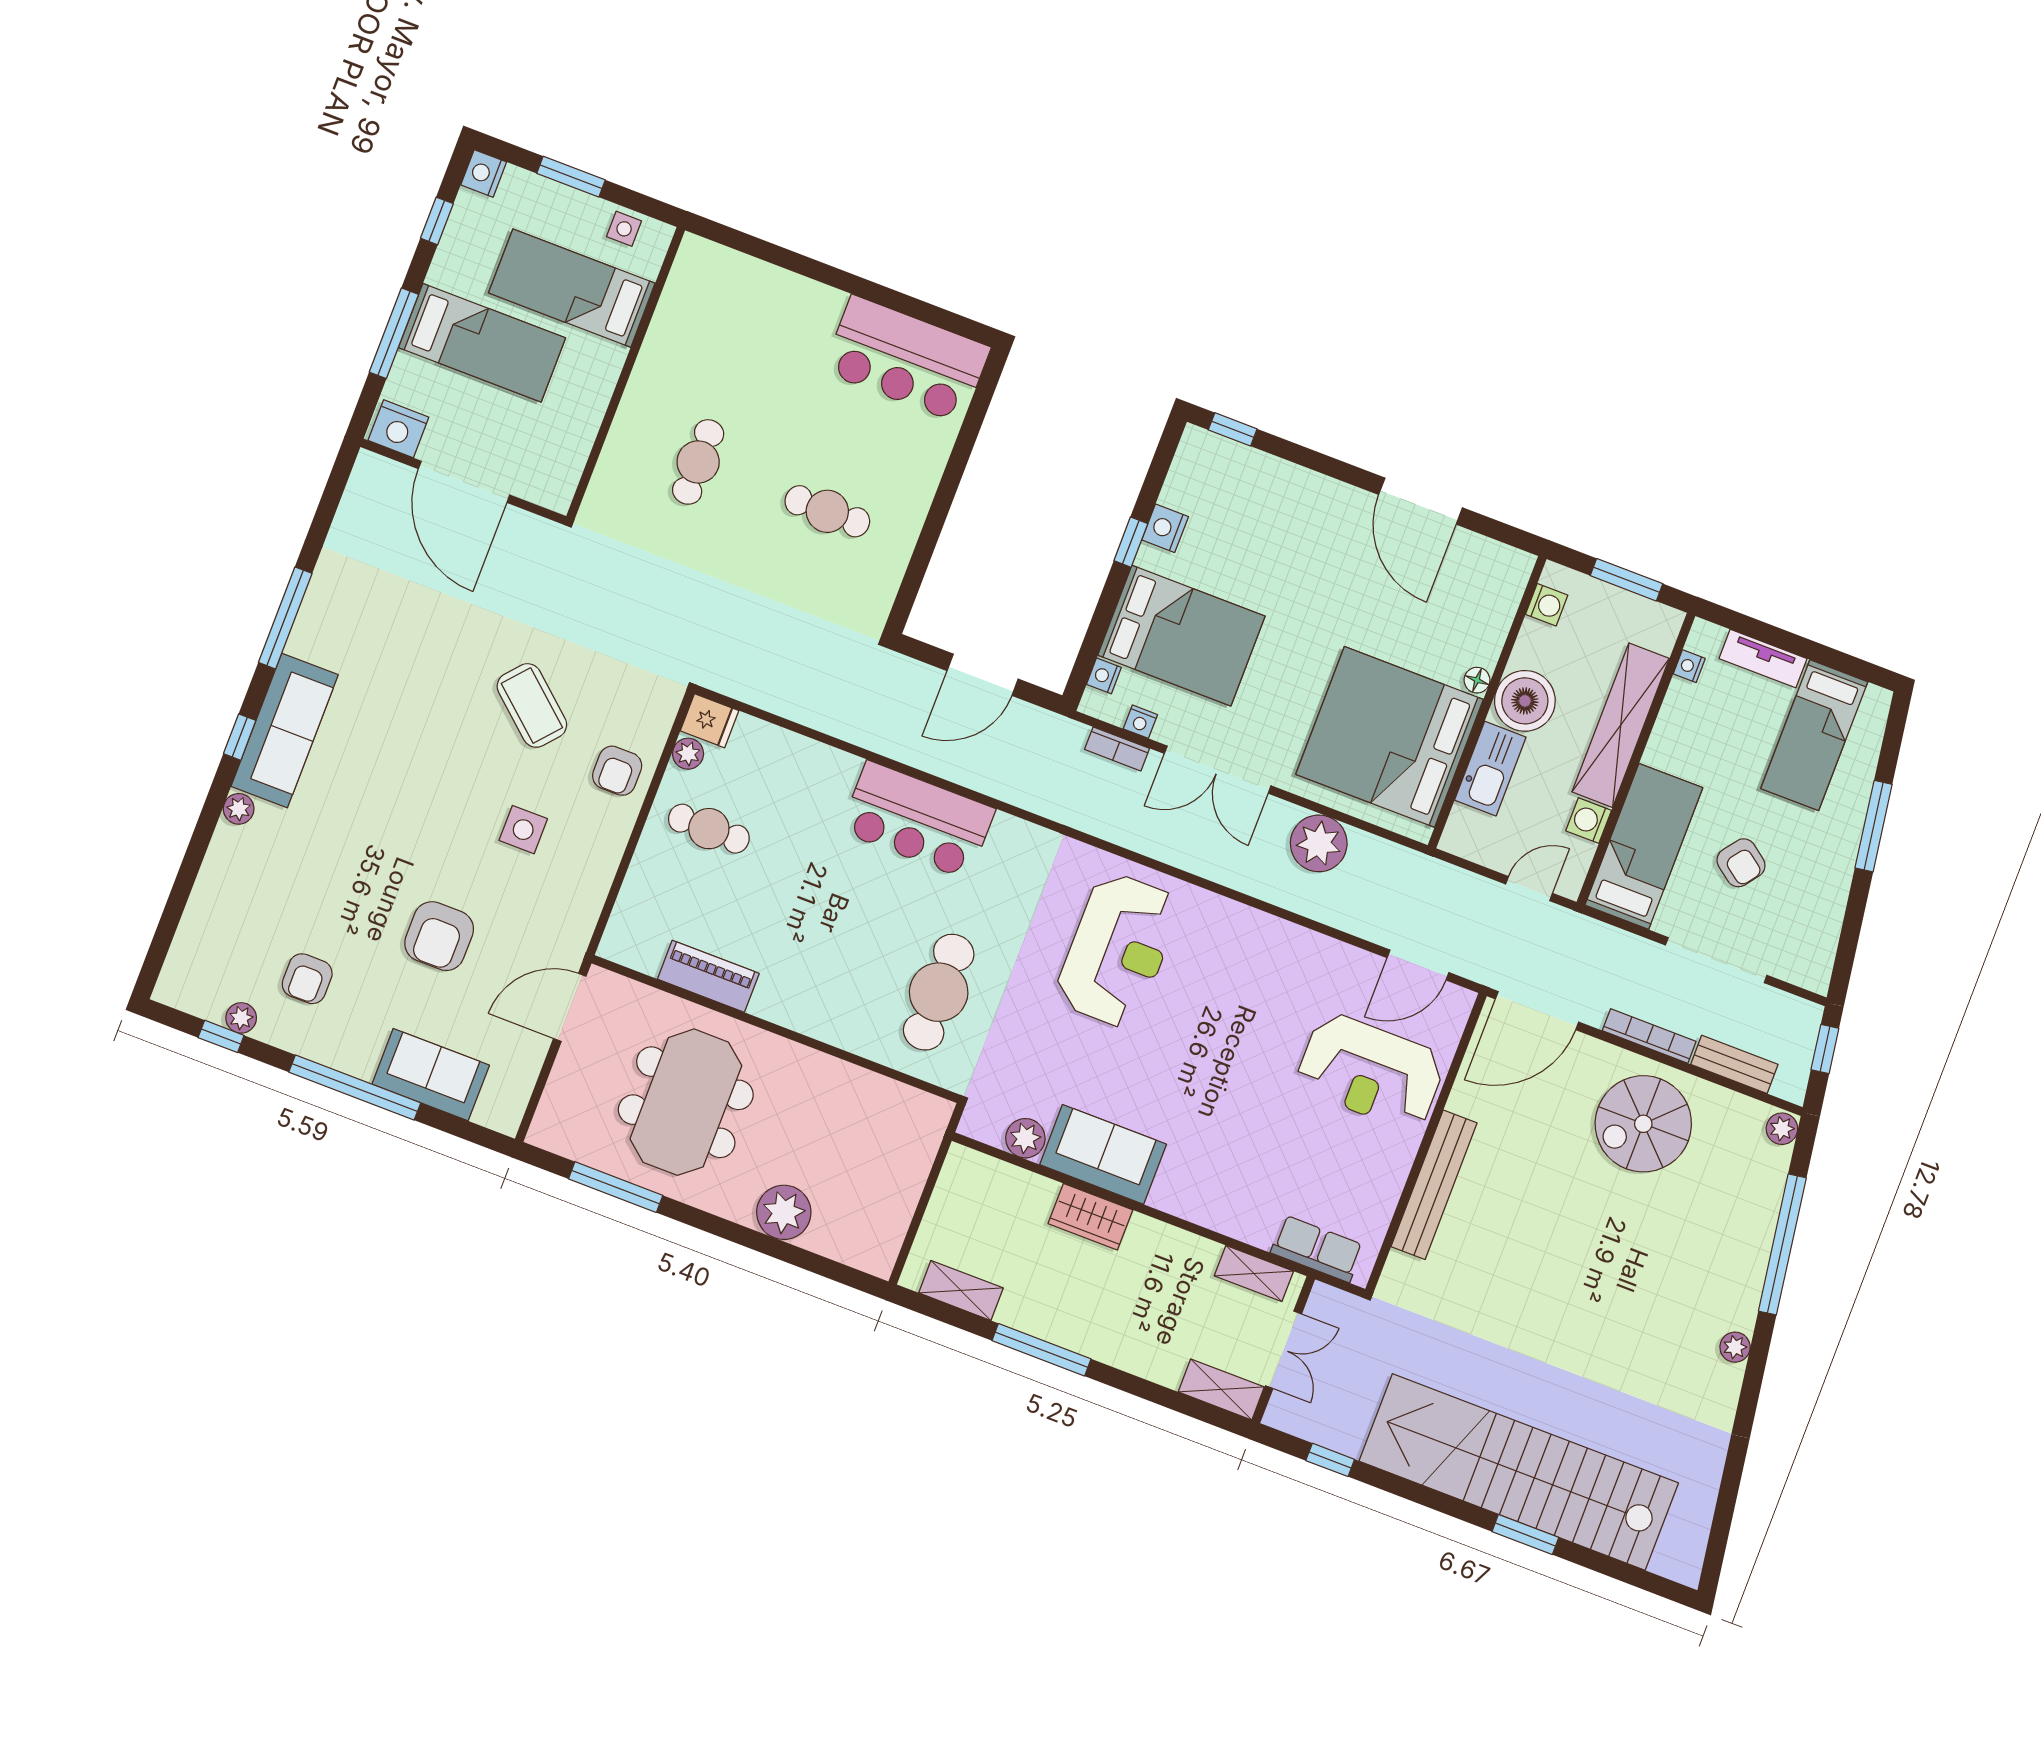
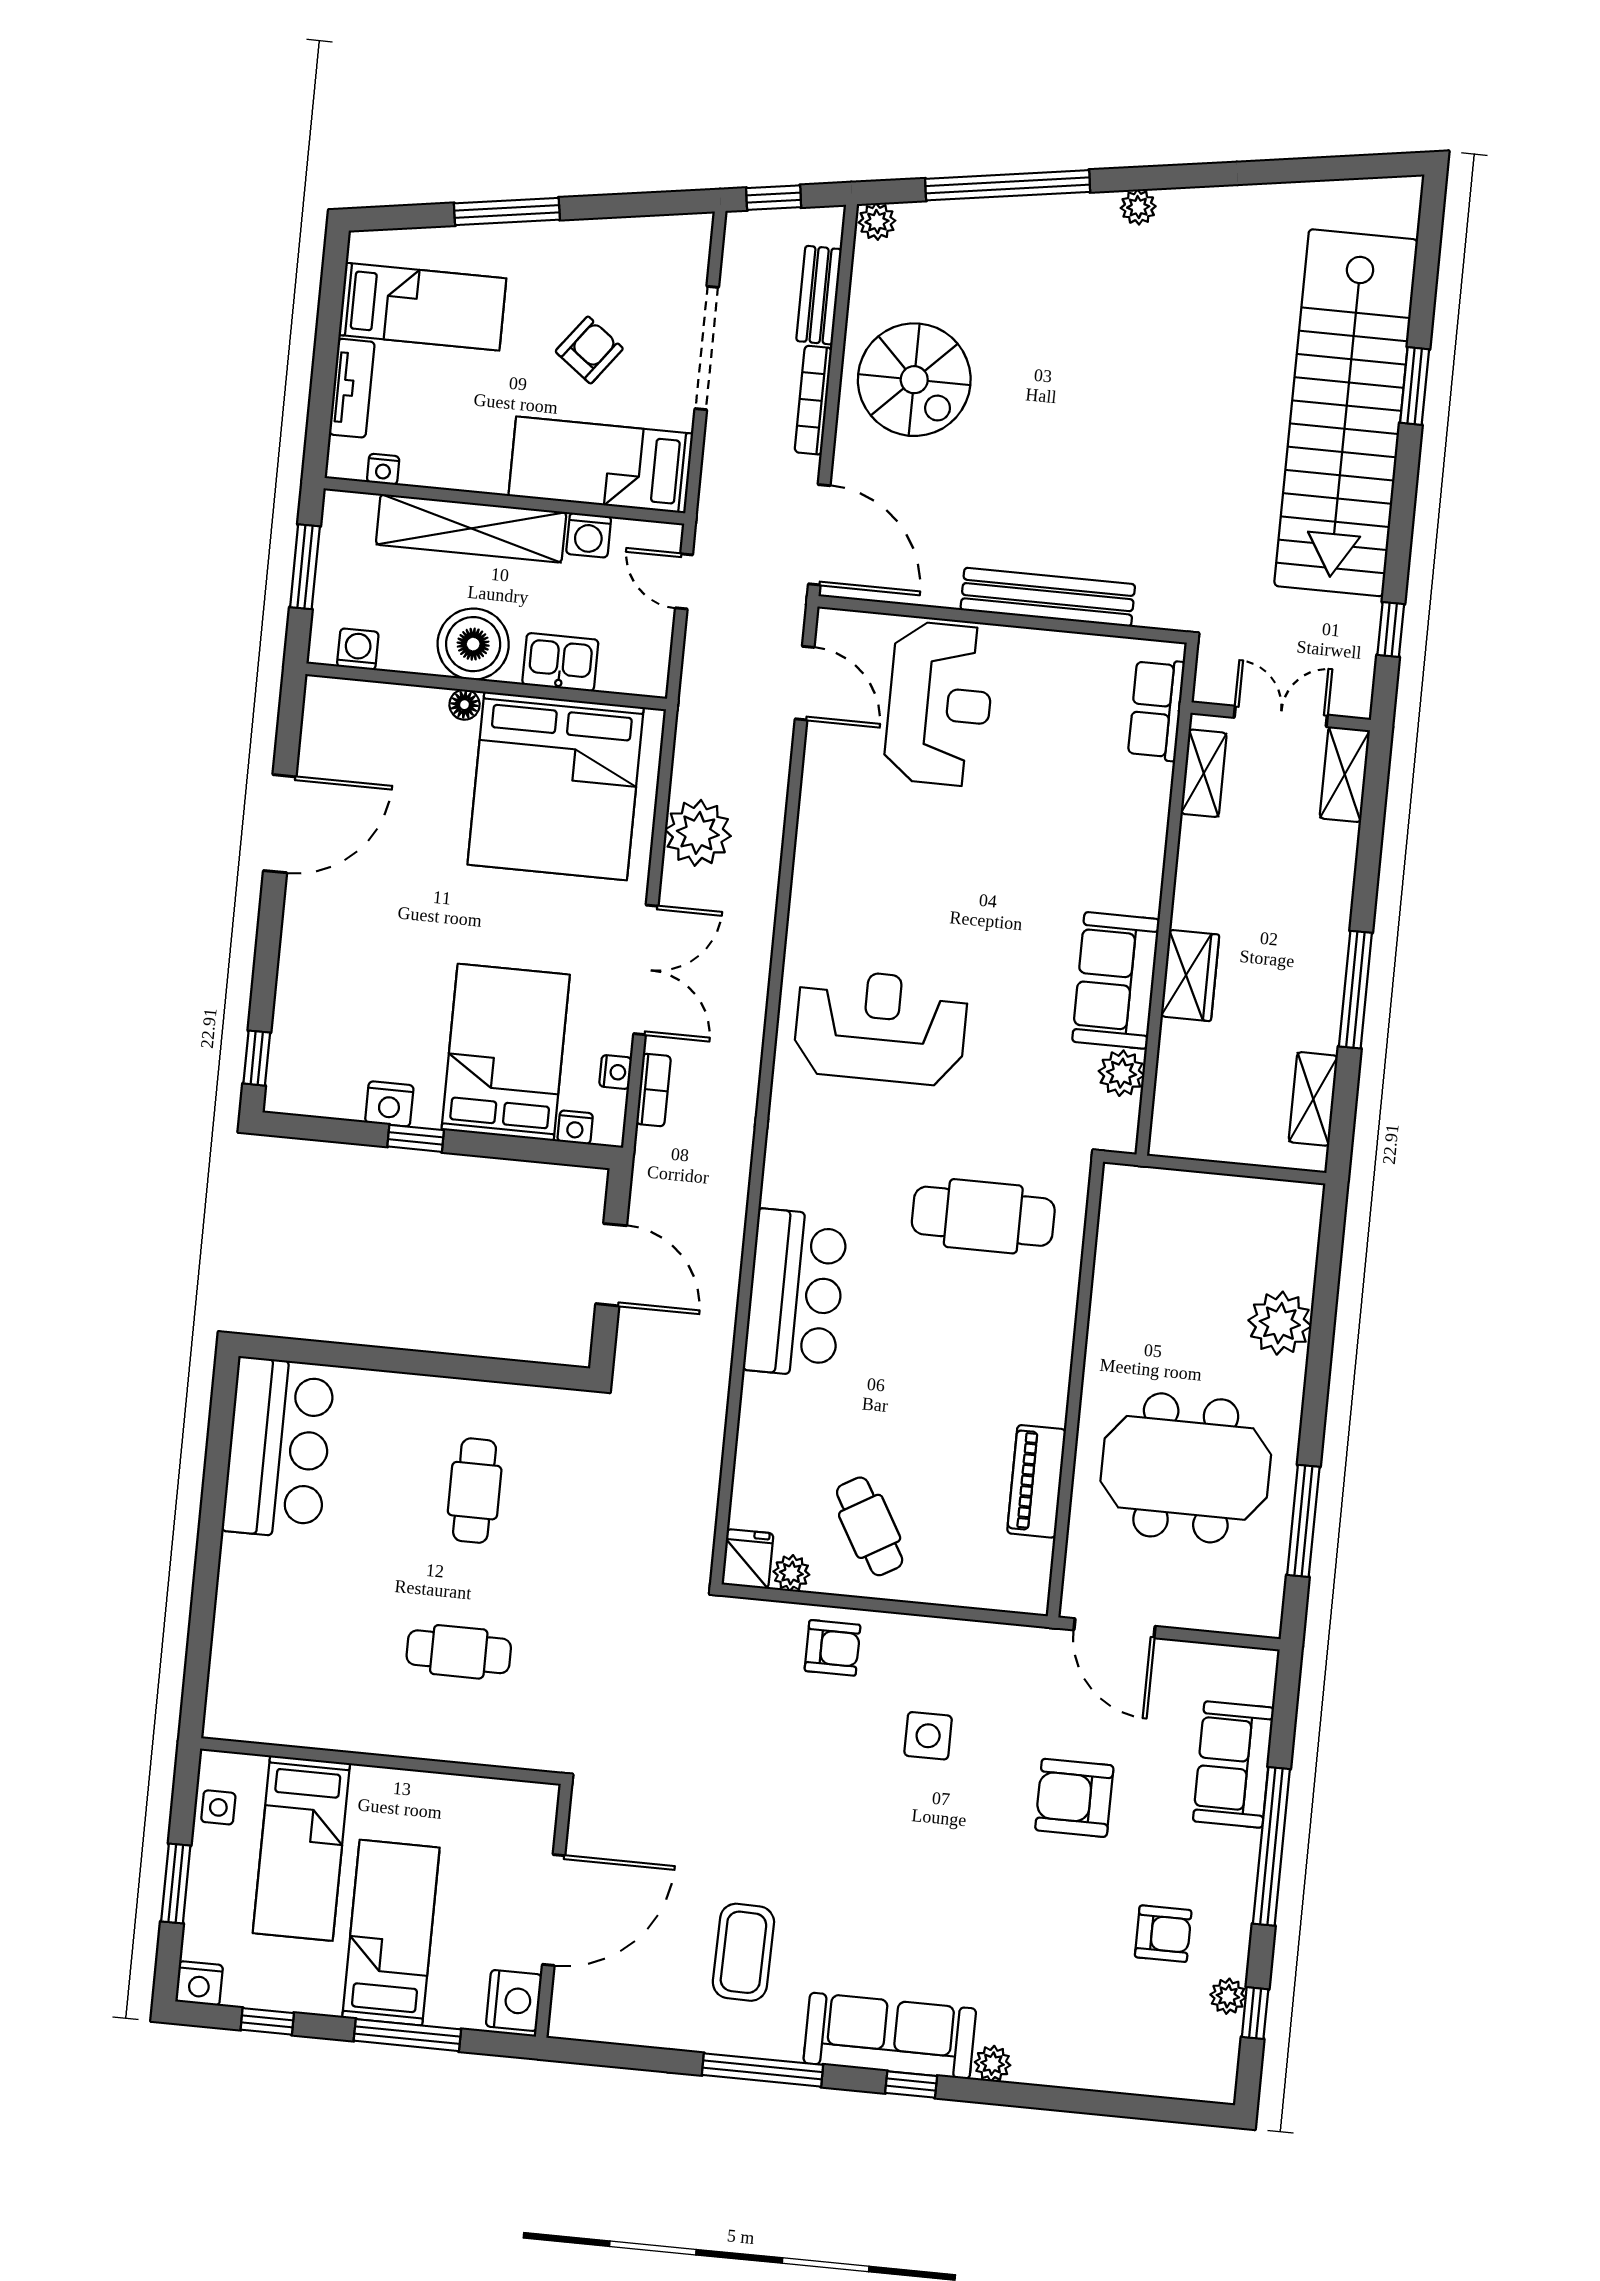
coffee table: (532, 705) -> (743, 1952), moved, turned -40
kitchen sink: (1490, 769) -> (560, 662), width x0.73
cafe table: (709, 829) -> (870, 1526), turned -30
armchair: (439, 936) -> (1074, 1798), turned 180

